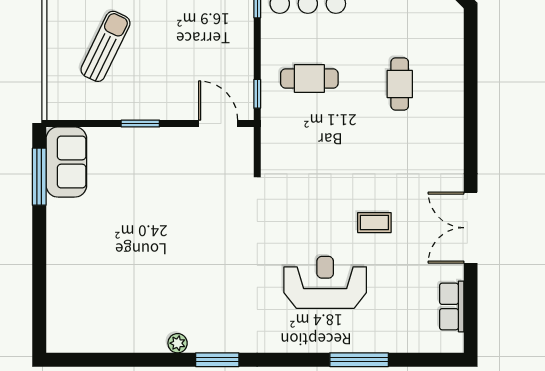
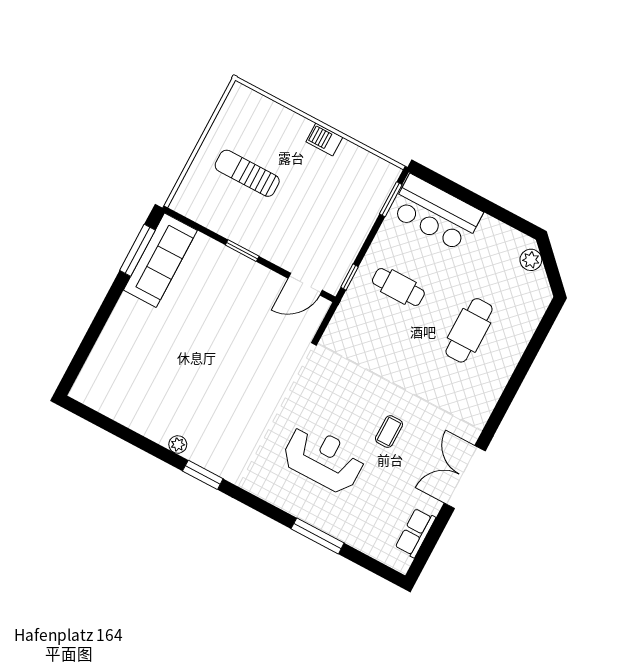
sun lounger: (105, 46) -> (247, 173), turned -116
cafe table: (400, 84) -> (469, 330), width x1.37, depth x1.35
door: (218, 123) -> (305, 284), swing flipped
sofa: (66, 162) -> (160, 260), width x1.36
coffee table: (374, 223) -> (389, 432), turned 90

